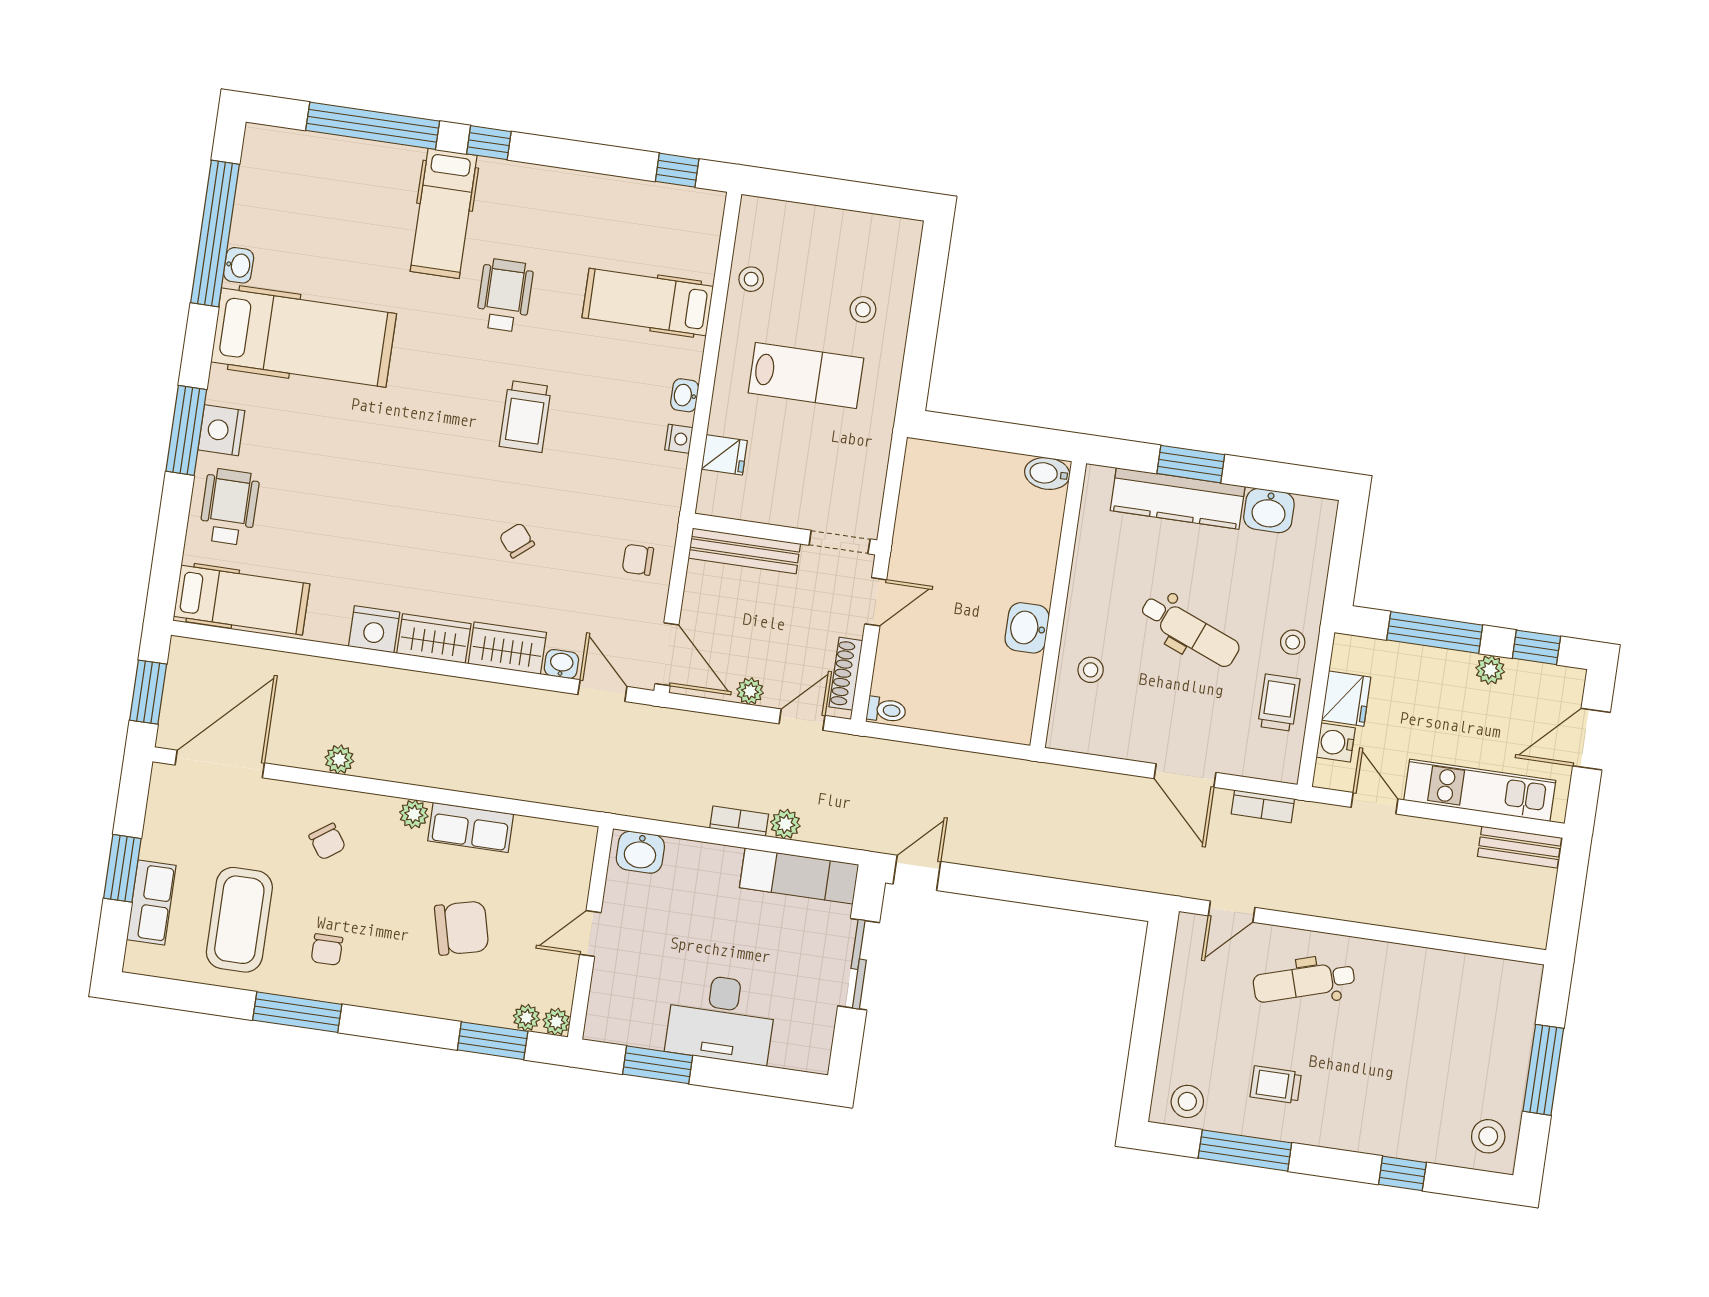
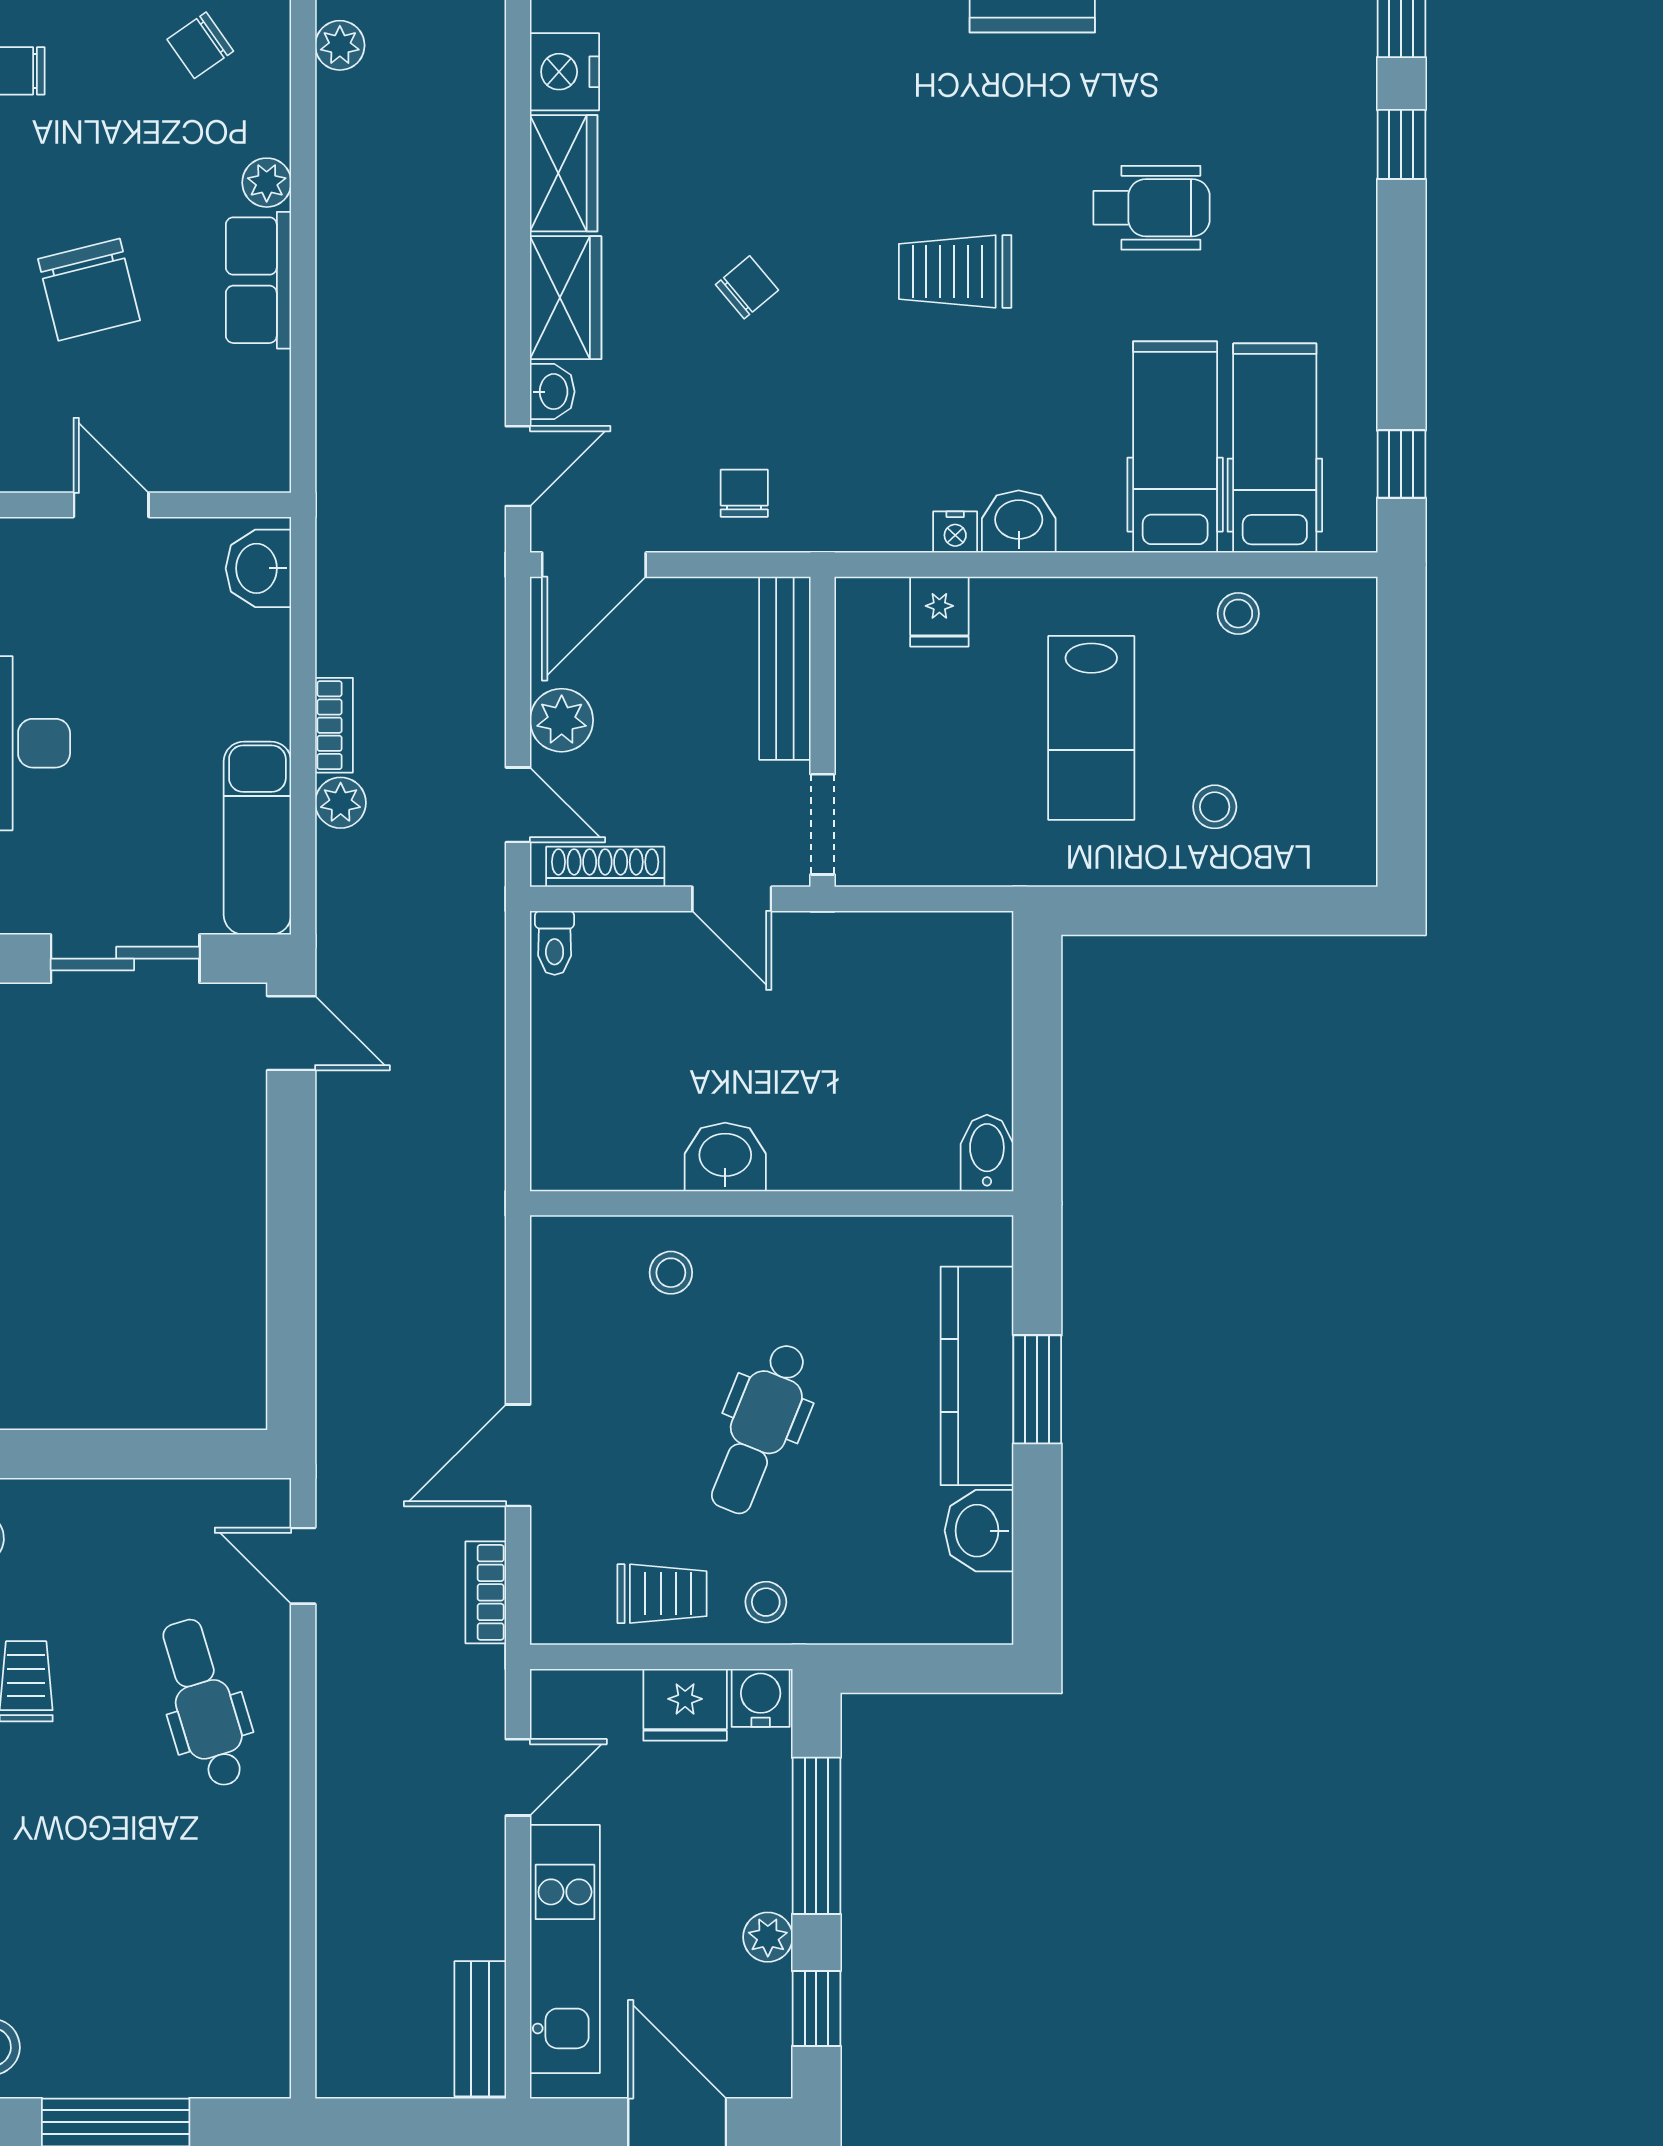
hospital bed: (444, 213) -> (1275, 448), moved, turned 90
washbasin: (685, 395) -> (1019, 521), width x1.38, depth x1.45
plant: (750, 691) -> (562, 720), width x1.38, depth x1.38
water cooler: (1336, 743) -> (761, 1698), moved

